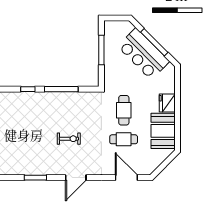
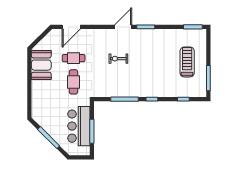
bar counter: (143, 54) -> (79, 126), moved, turned -135
fridge: (167, 103) -> (38, 88), removed
door: (76, 178) -> (123, 27), moved
door: (126, 178) -> (71, 27), hinge flipped

